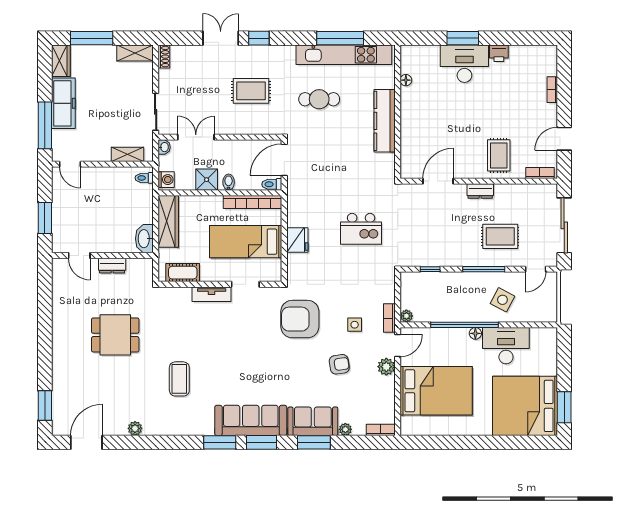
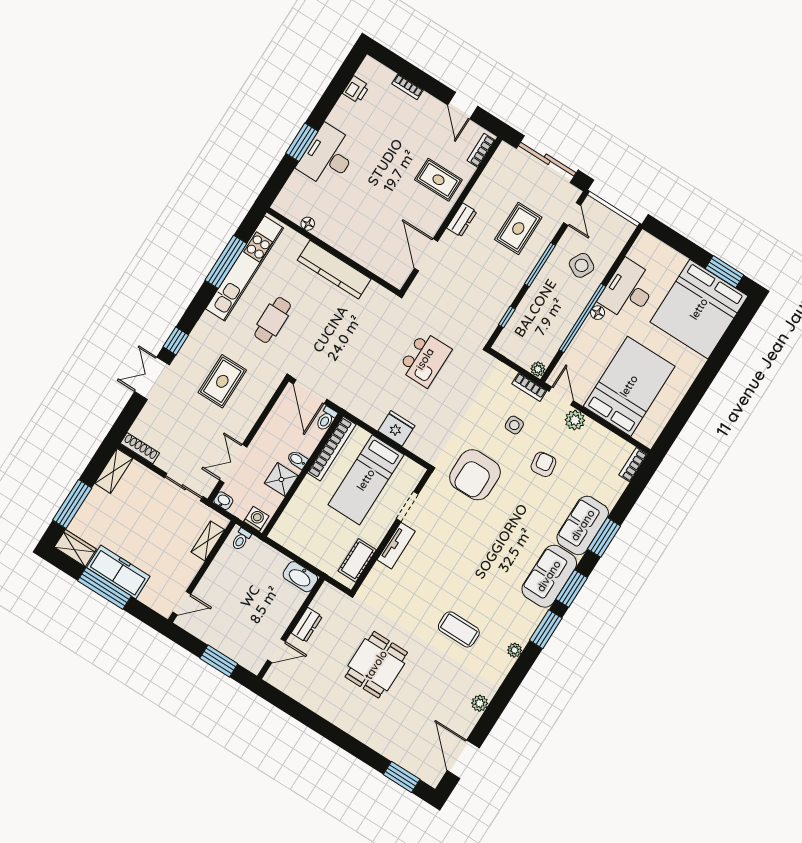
printer: (499, 53) -> (356, 90), moved
shoe rack: (164, 57) -> (140, 448), width x1.43
window: (45, 125) -> (104, 588), moved
wardrobe: (168, 221) -> (298, 543), removed
sofa: (251, 420) -> (549, 576), width x0.73
plant: (345, 429) -> (515, 650), moved

